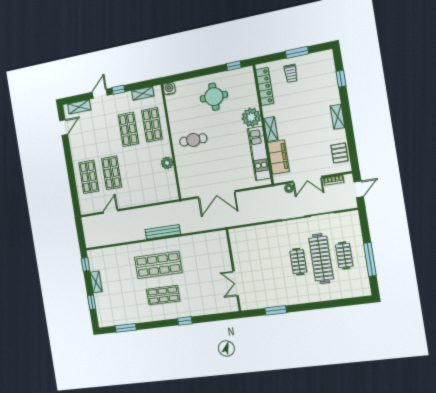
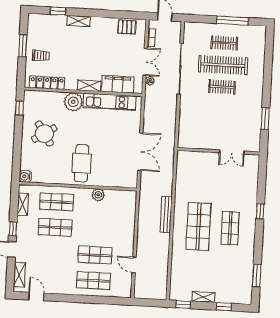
round table: (214, 97) -> (44, 134), turned -33
shelving: (337, 117) -> (79, 21), moved
cafe table: (193, 140) -> (82, 163), width x1.37, depth x1.35

